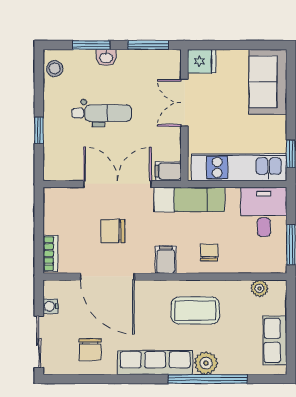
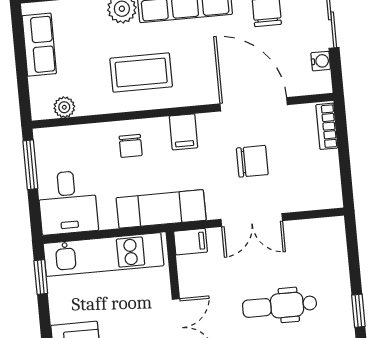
window: (39, 130) -> (358, 311), moved
double door: (118, 184) -> (252, 220), width x0.73

